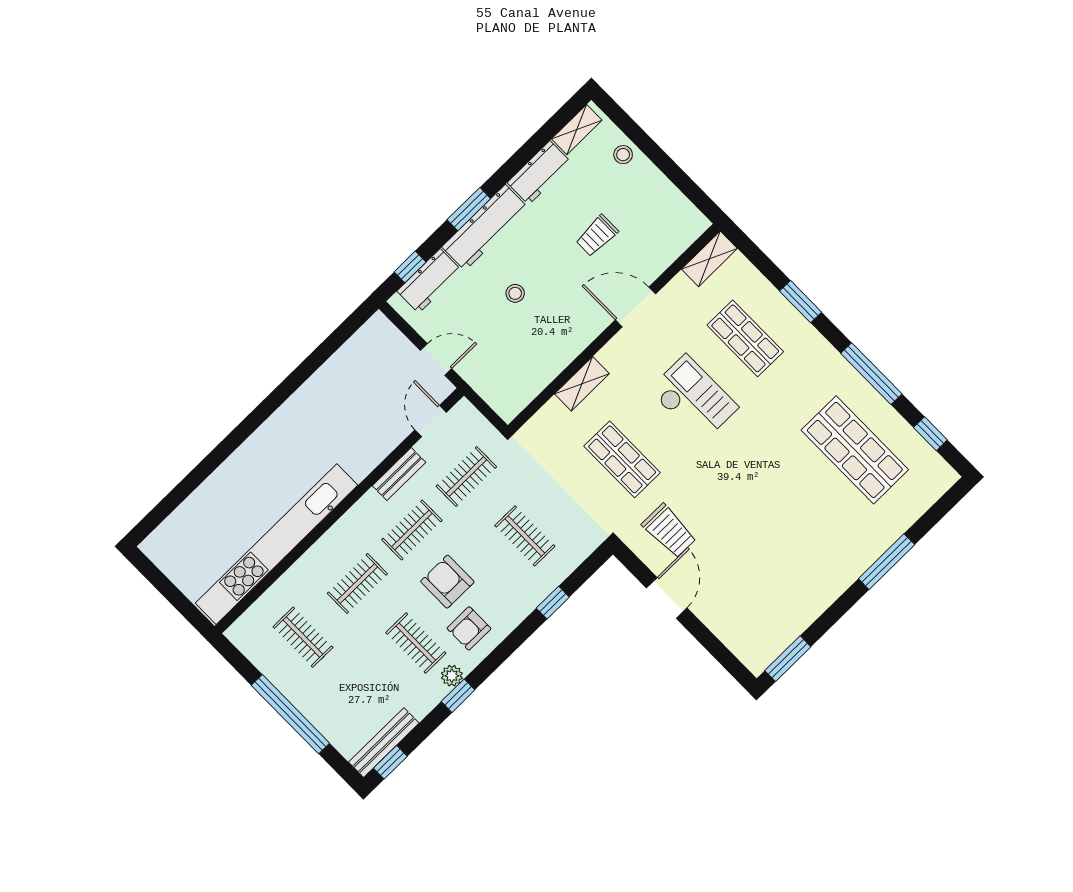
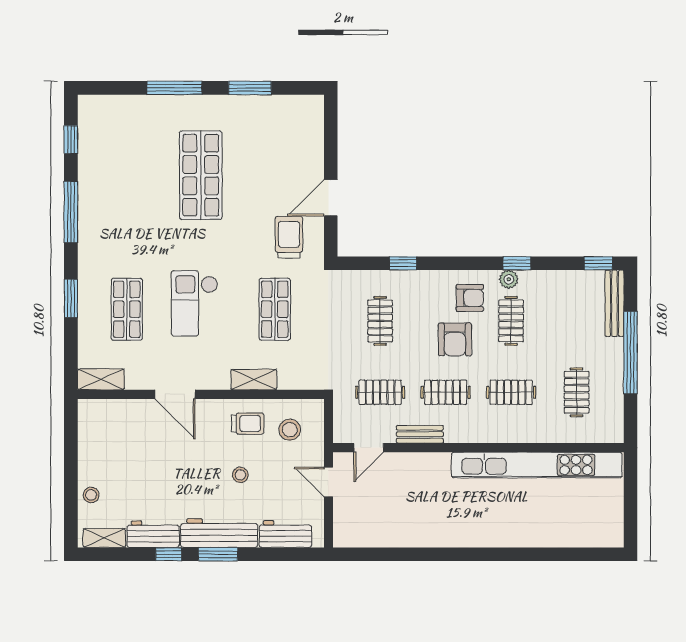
trolley: (597, 236) -> (248, 424), moved
window: (410, 267) -> (169, 554), moved
stool: (511, 371) -> (290, 430), added
shop shelf: (855, 450) -> (201, 175), moved
window: (788, 659) -> (250, 88), moved
bench: (384, 743) -> (614, 303), moved, turned 90

